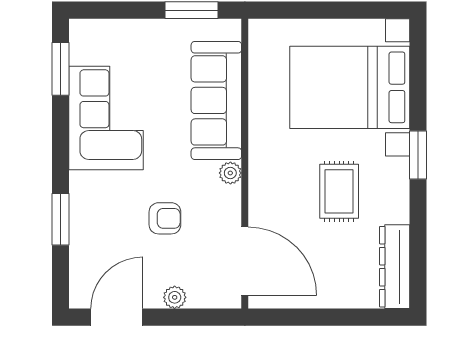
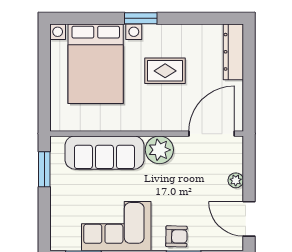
plant: (230, 173) -> (159, 150), width x1.87, depth x1.87
armchair: (165, 218) -> (176, 236), moved, turned 91
dresser: (395, 267) -> (233, 52), moved, turned 90

